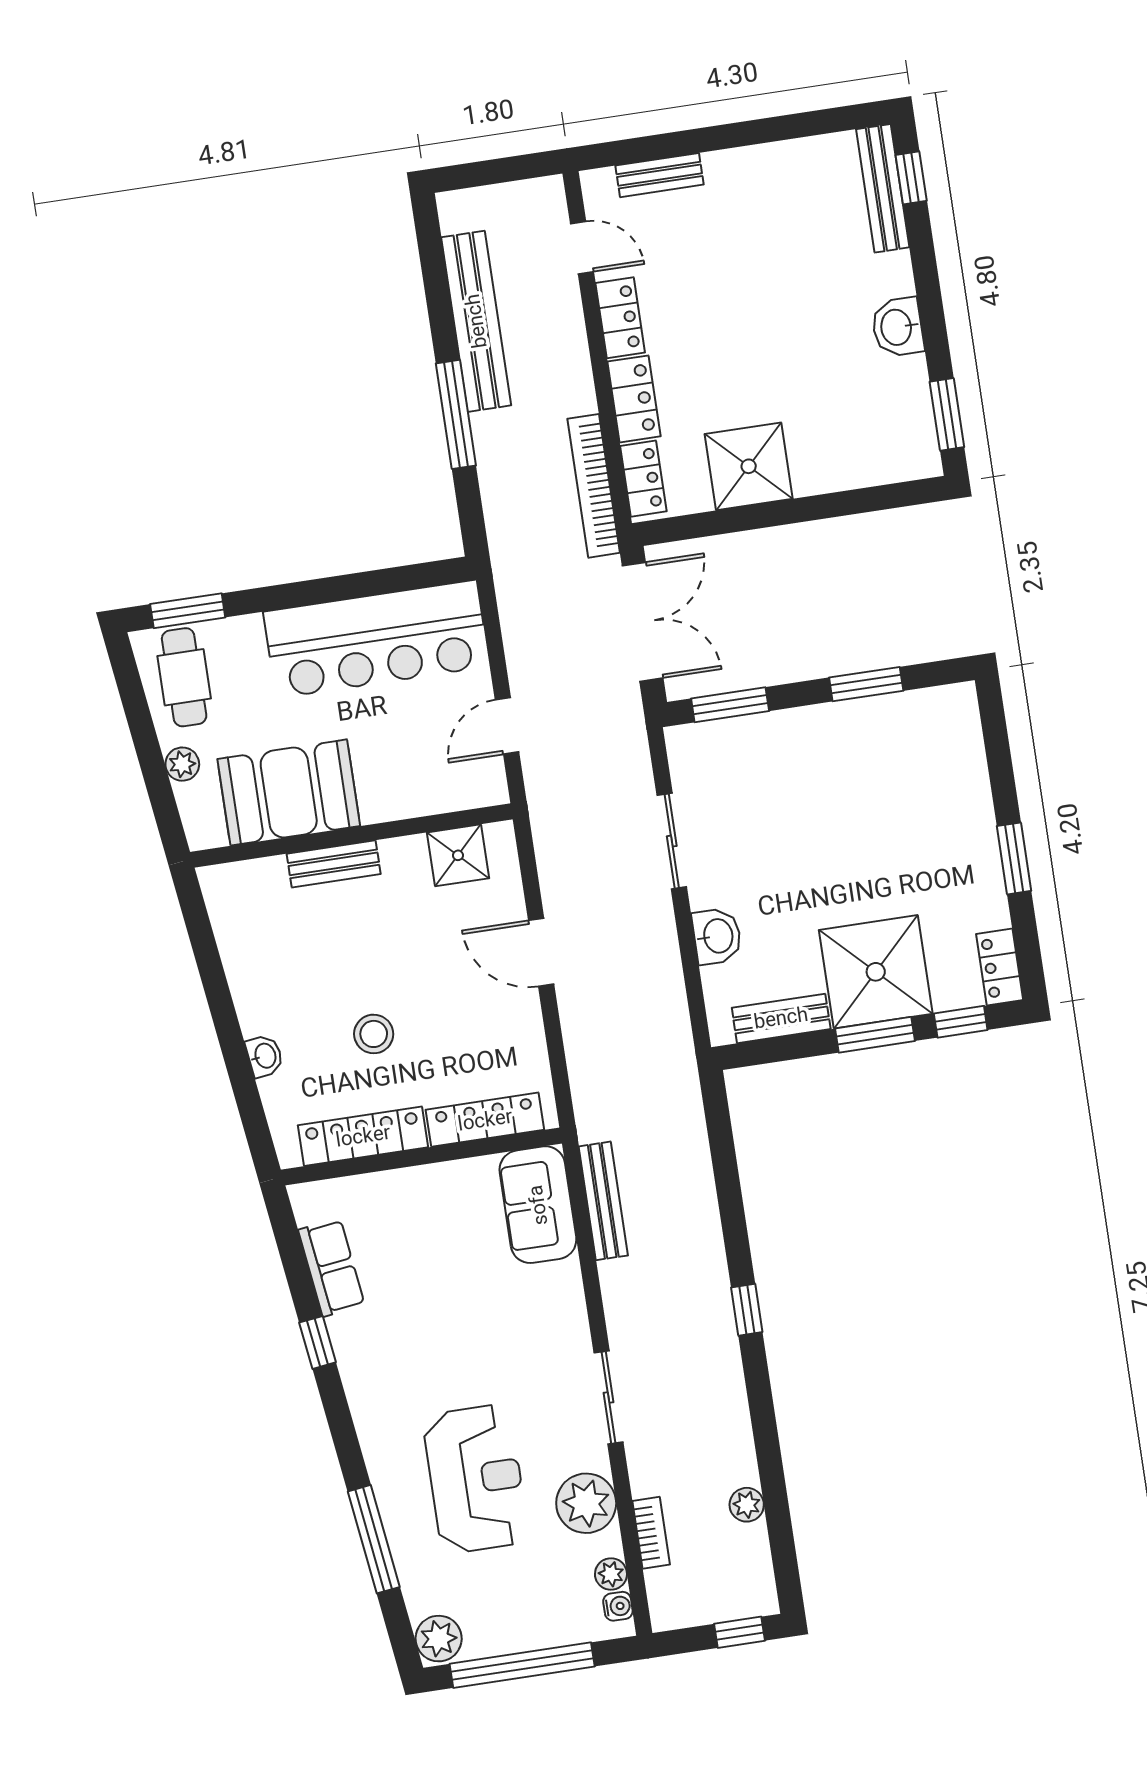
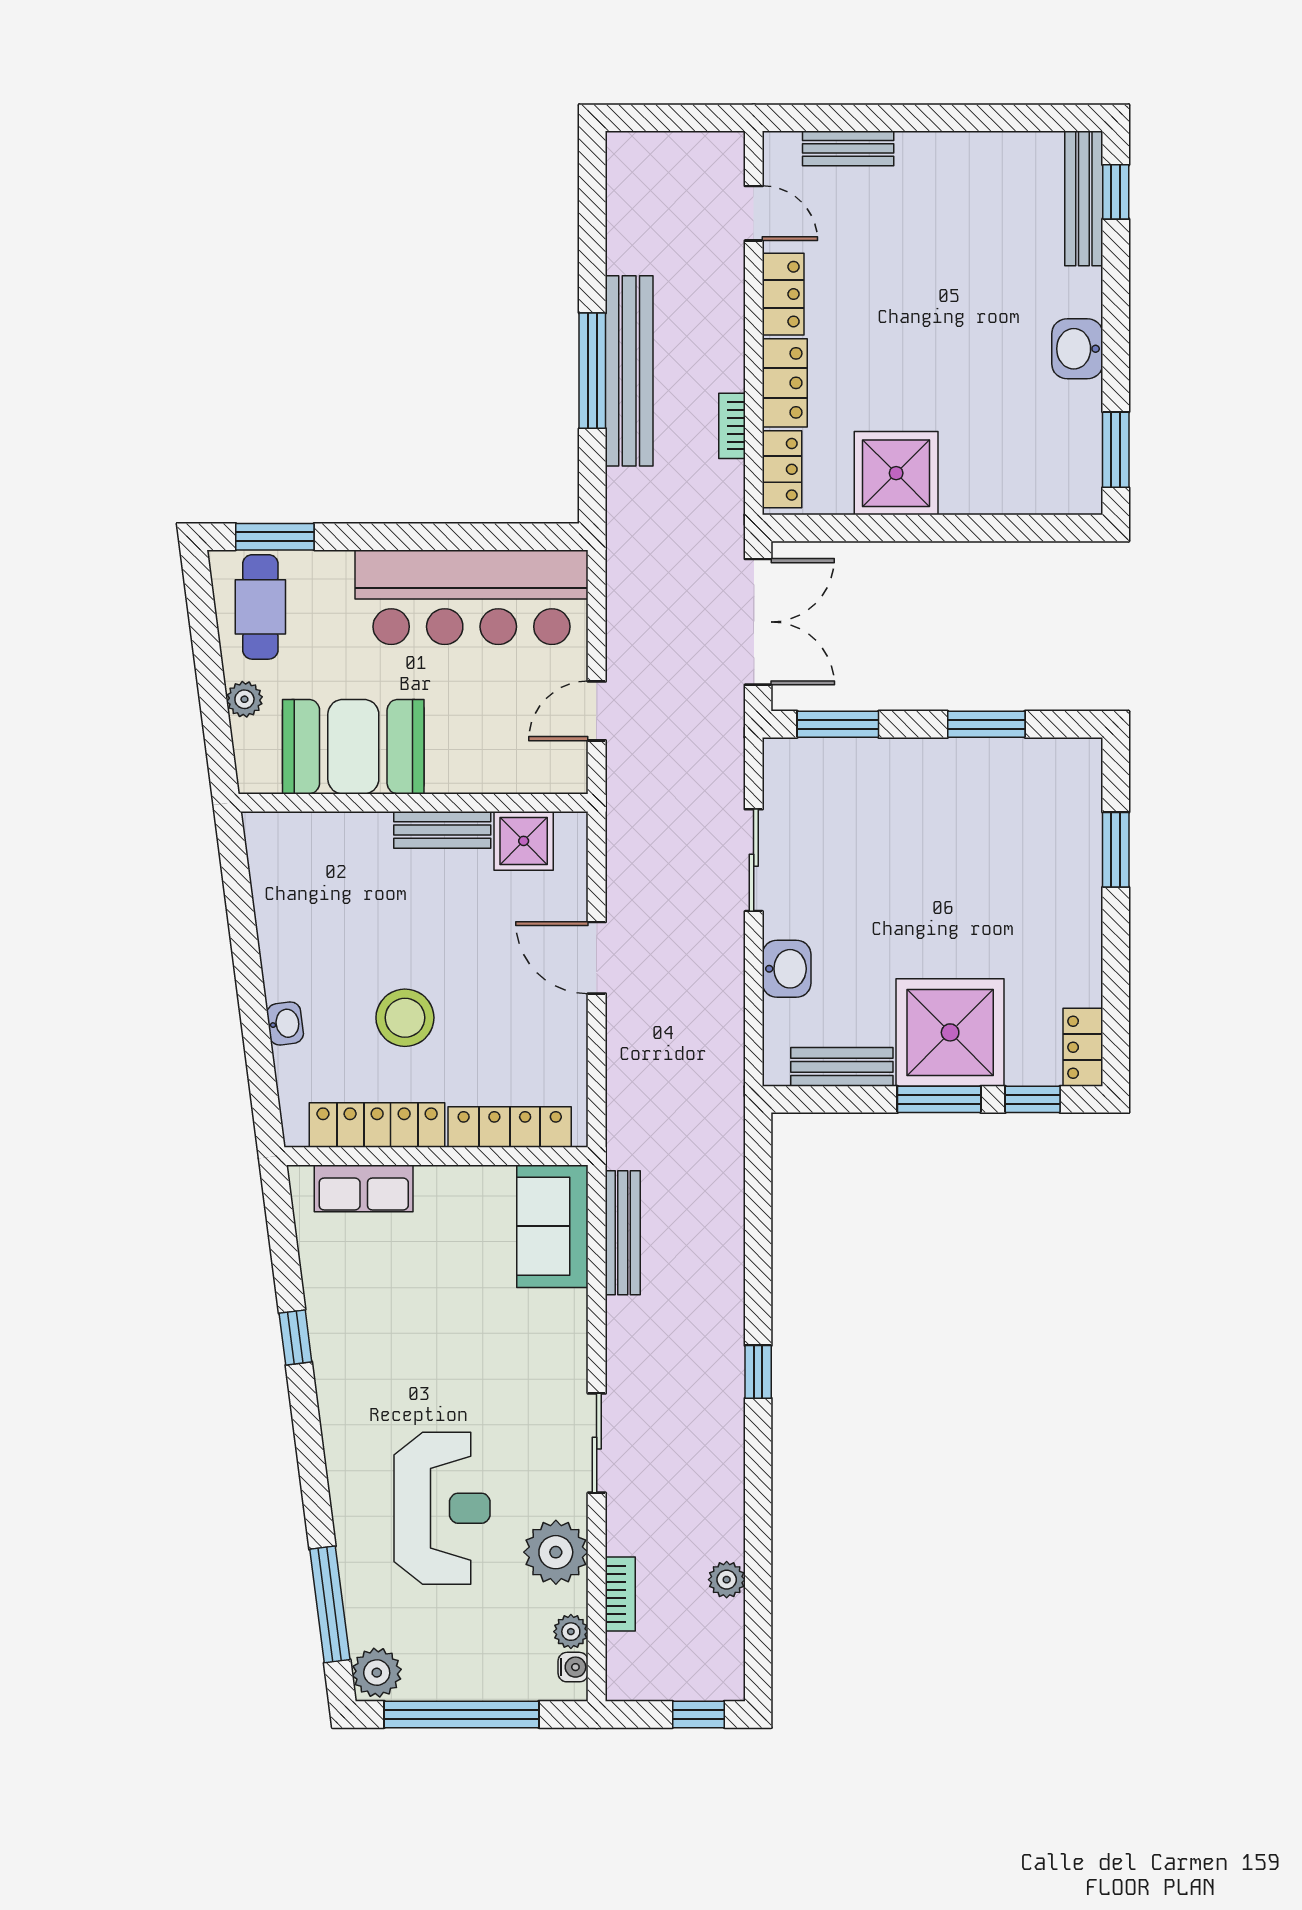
bench: (476, 321) -> (629, 371), moved
bookcase: (594, 486) -> (732, 426), width x0.43, depth x0.76
window: (1014, 858) -> (1116, 850), moved
bench: (334, 864) -> (442, 830), moved
stool: (374, 1034) -> (405, 1018), width x1.38, depth x1.38
row of seats: (331, 1267) -> (364, 1188), moved, turned 97
window: (374, 1539) -> (330, 1604), moved

